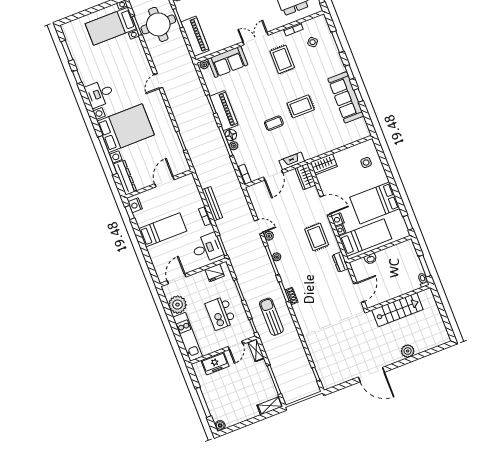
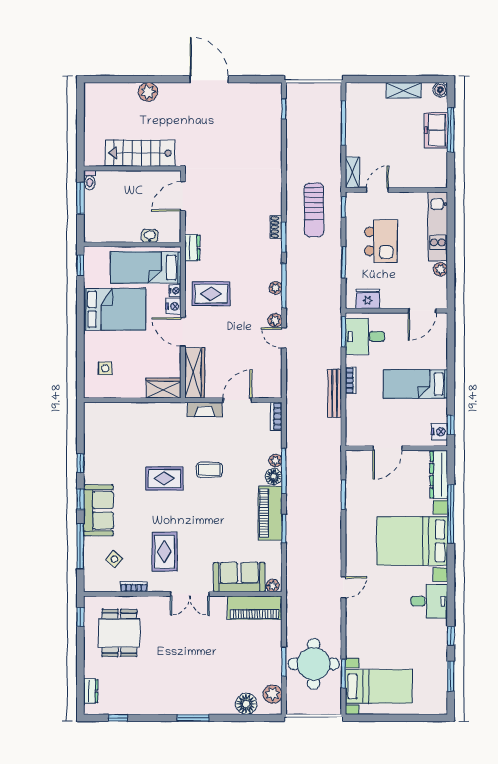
piano: (195, 36) -> (254, 608), moved, turned -90
window: (338, 42) -> (80, 546), width x1.44
sofa: (346, 97) -> (98, 510), moved, width x0.73
wardrobe: (305, 177) -> (195, 373), width x1.50
rug: (317, 237) -> (211, 294), turned 90
plant: (178, 305) -> (441, 269), width x0.53, depth x0.53
freezer: (215, 363) -> (436, 130), moved, turned -90
shelving: (270, 406) -> (404, 90), moved

